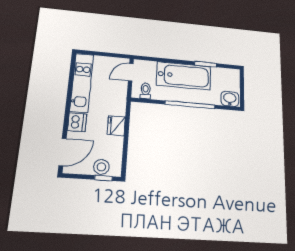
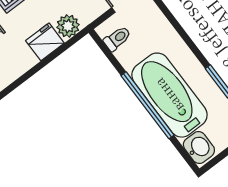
bathtub: (184, 76) -> (169, 95), moved, turned 180
plant: (119, 108) -> (68, 26), added

